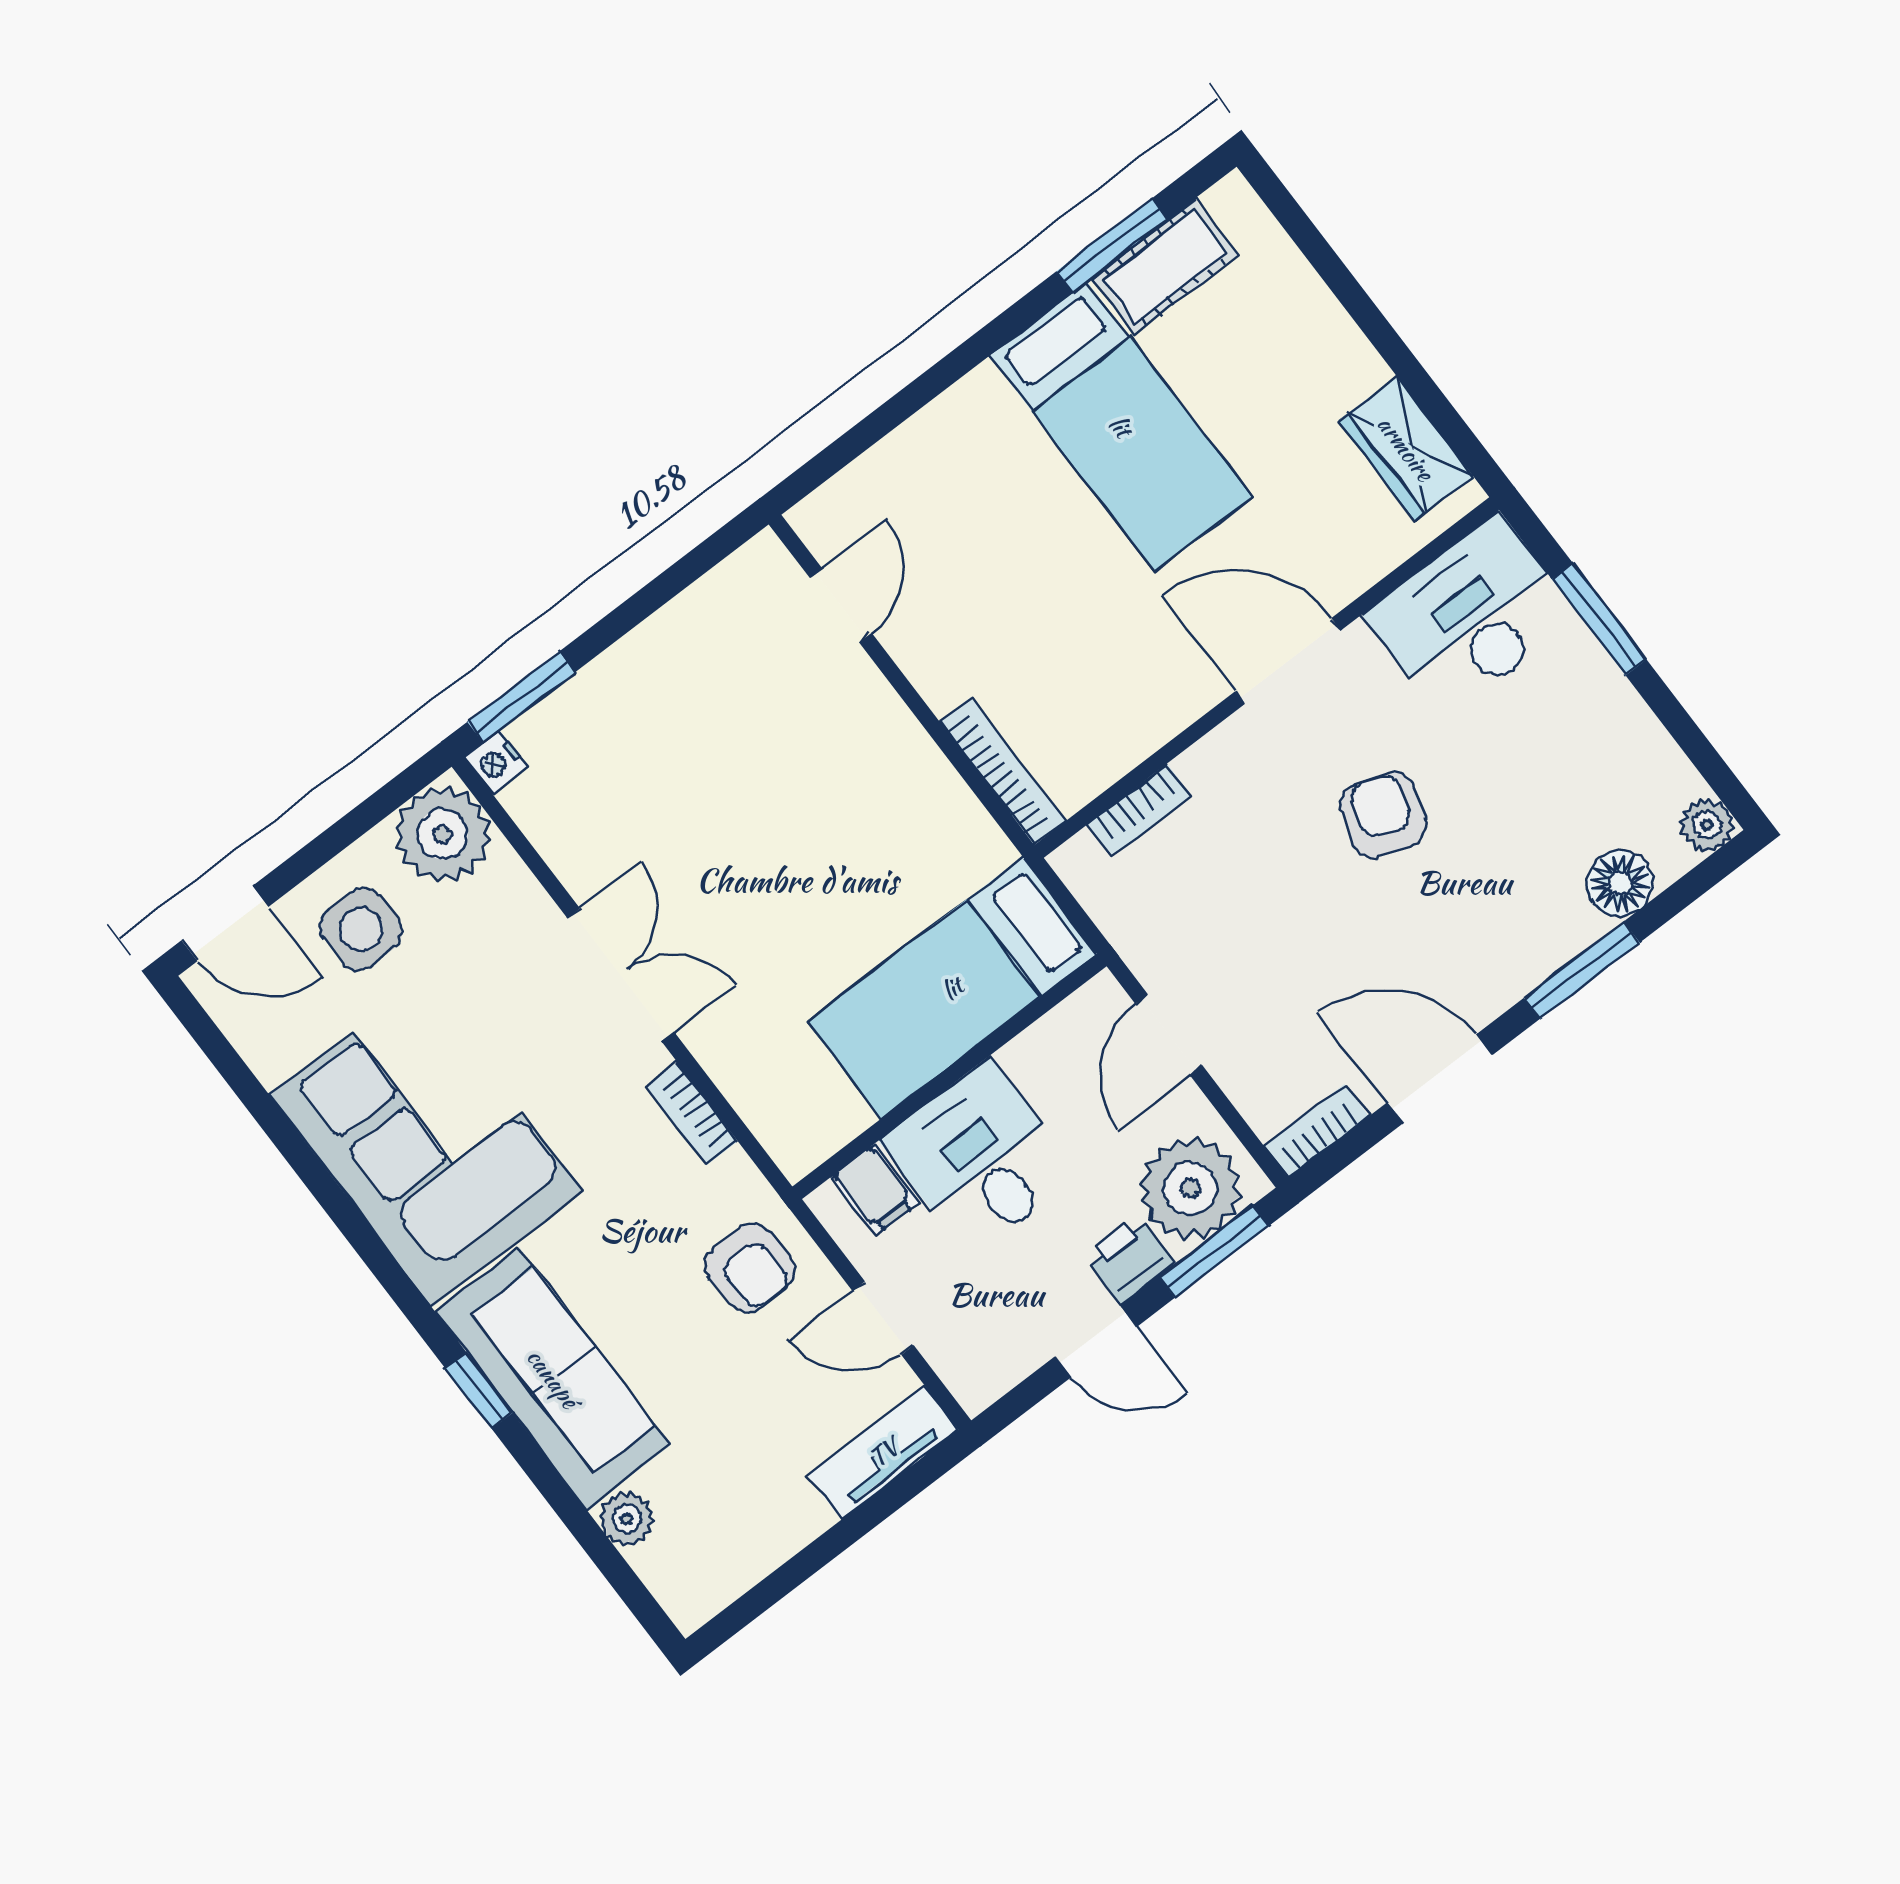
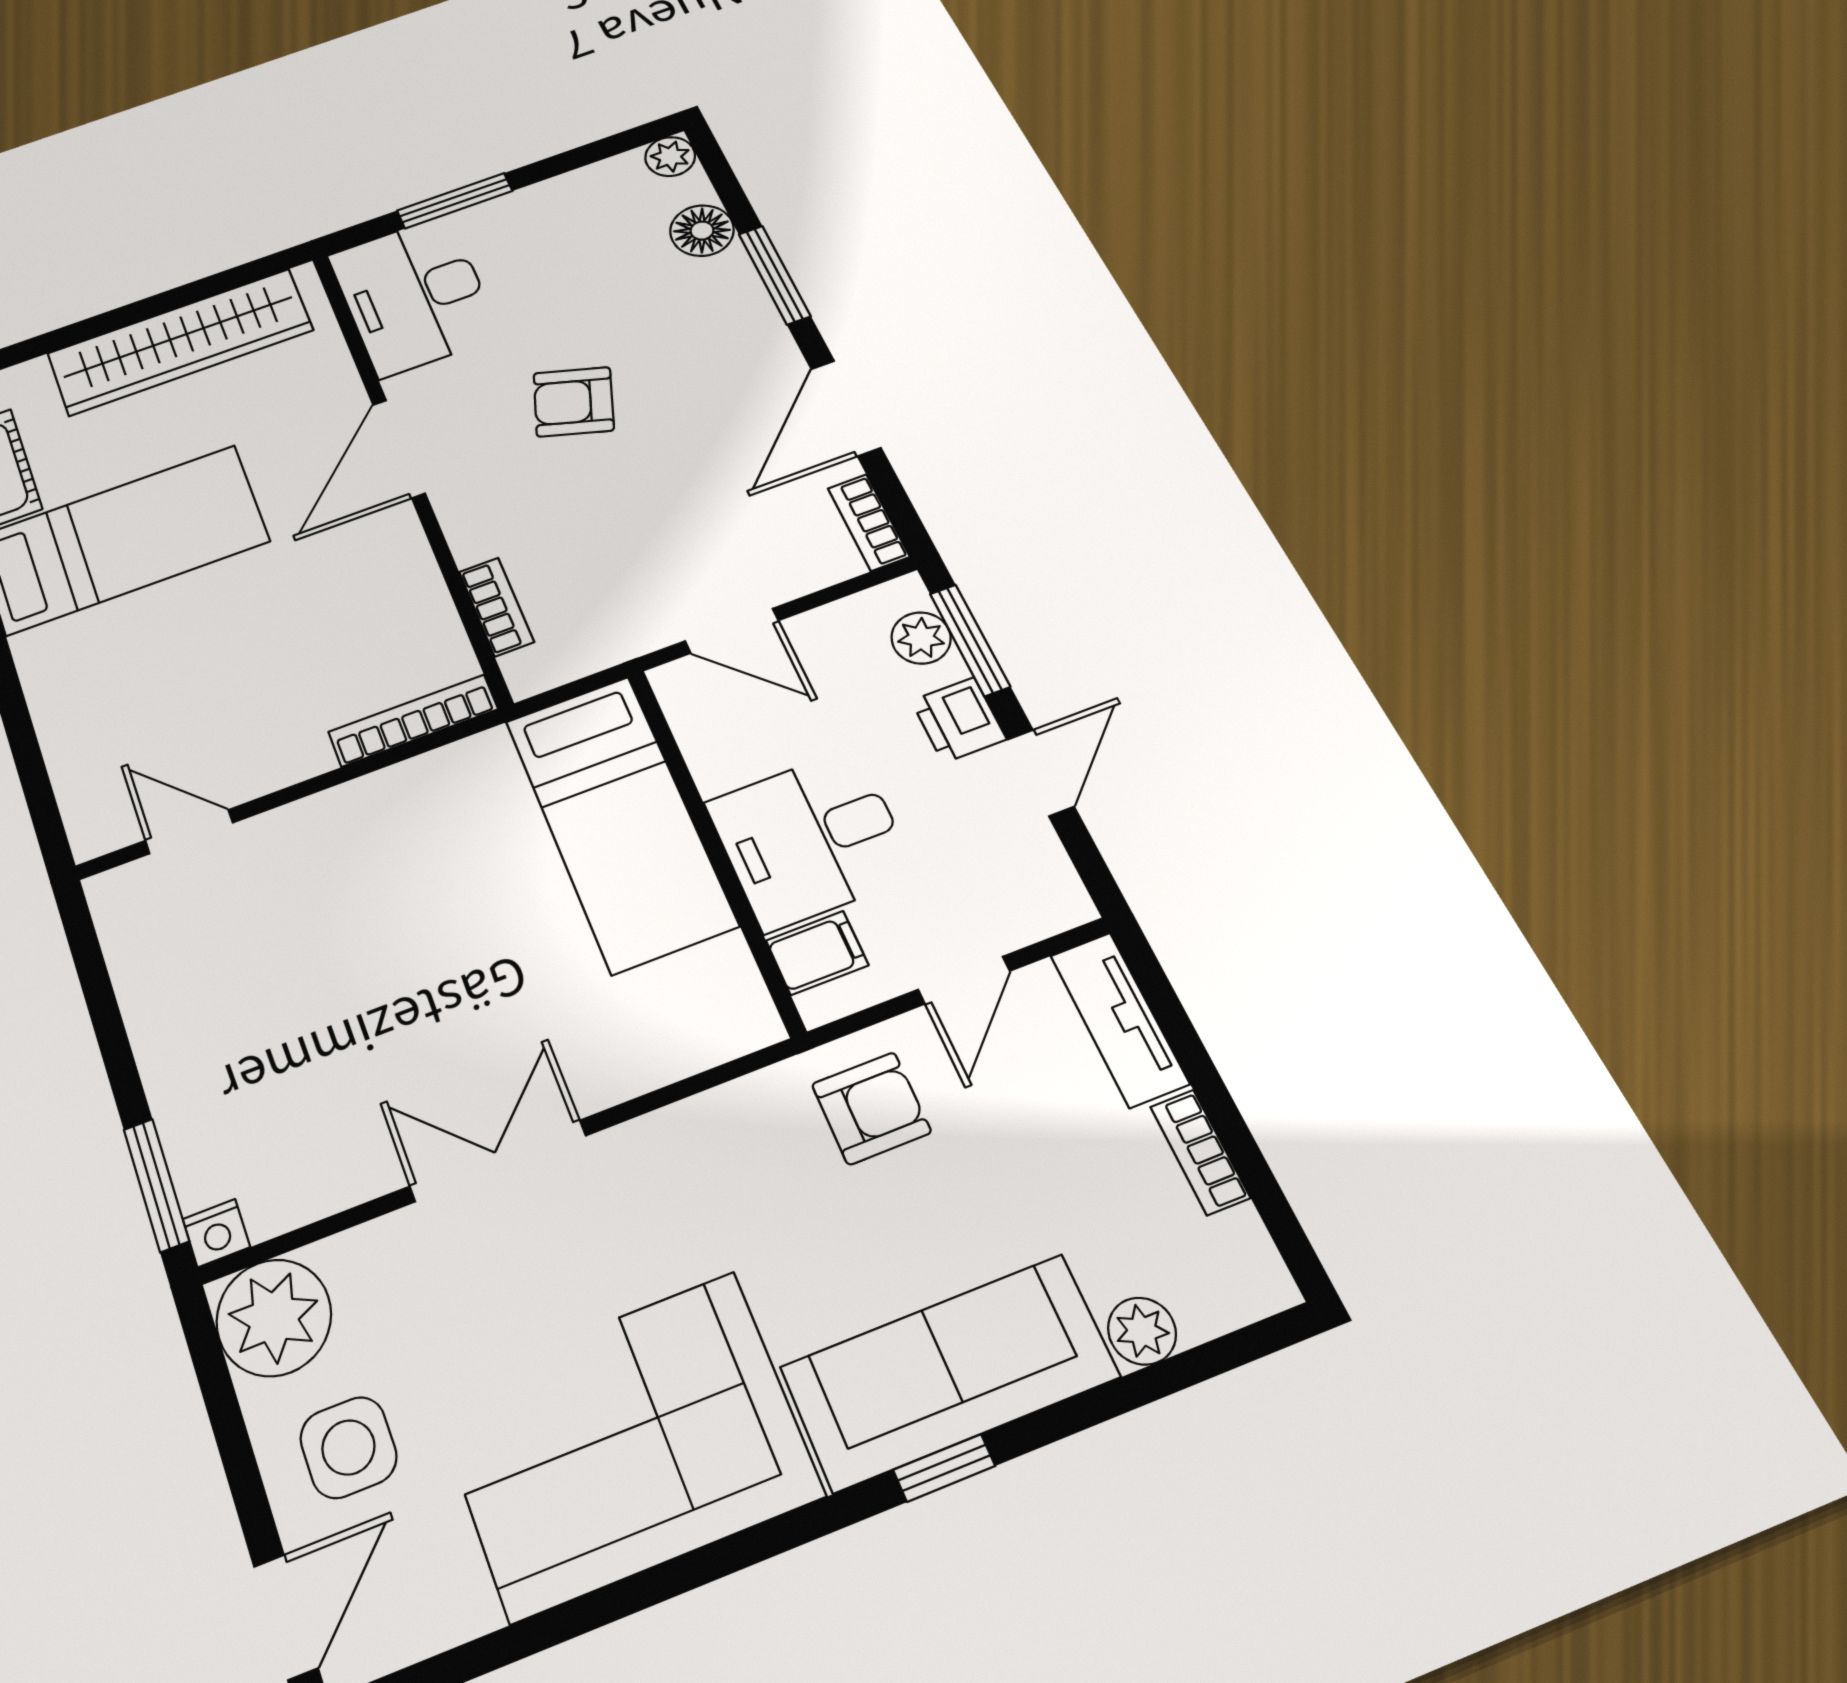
wardrobe: (1406, 448) -> (180, 342), width x2.10, depth x1.17
bookcase: (692, 1114) -> (1200, 1152), moved, turned 90
plant: (1190, 1188) -> (921, 638), width x0.53, depth x0.53

